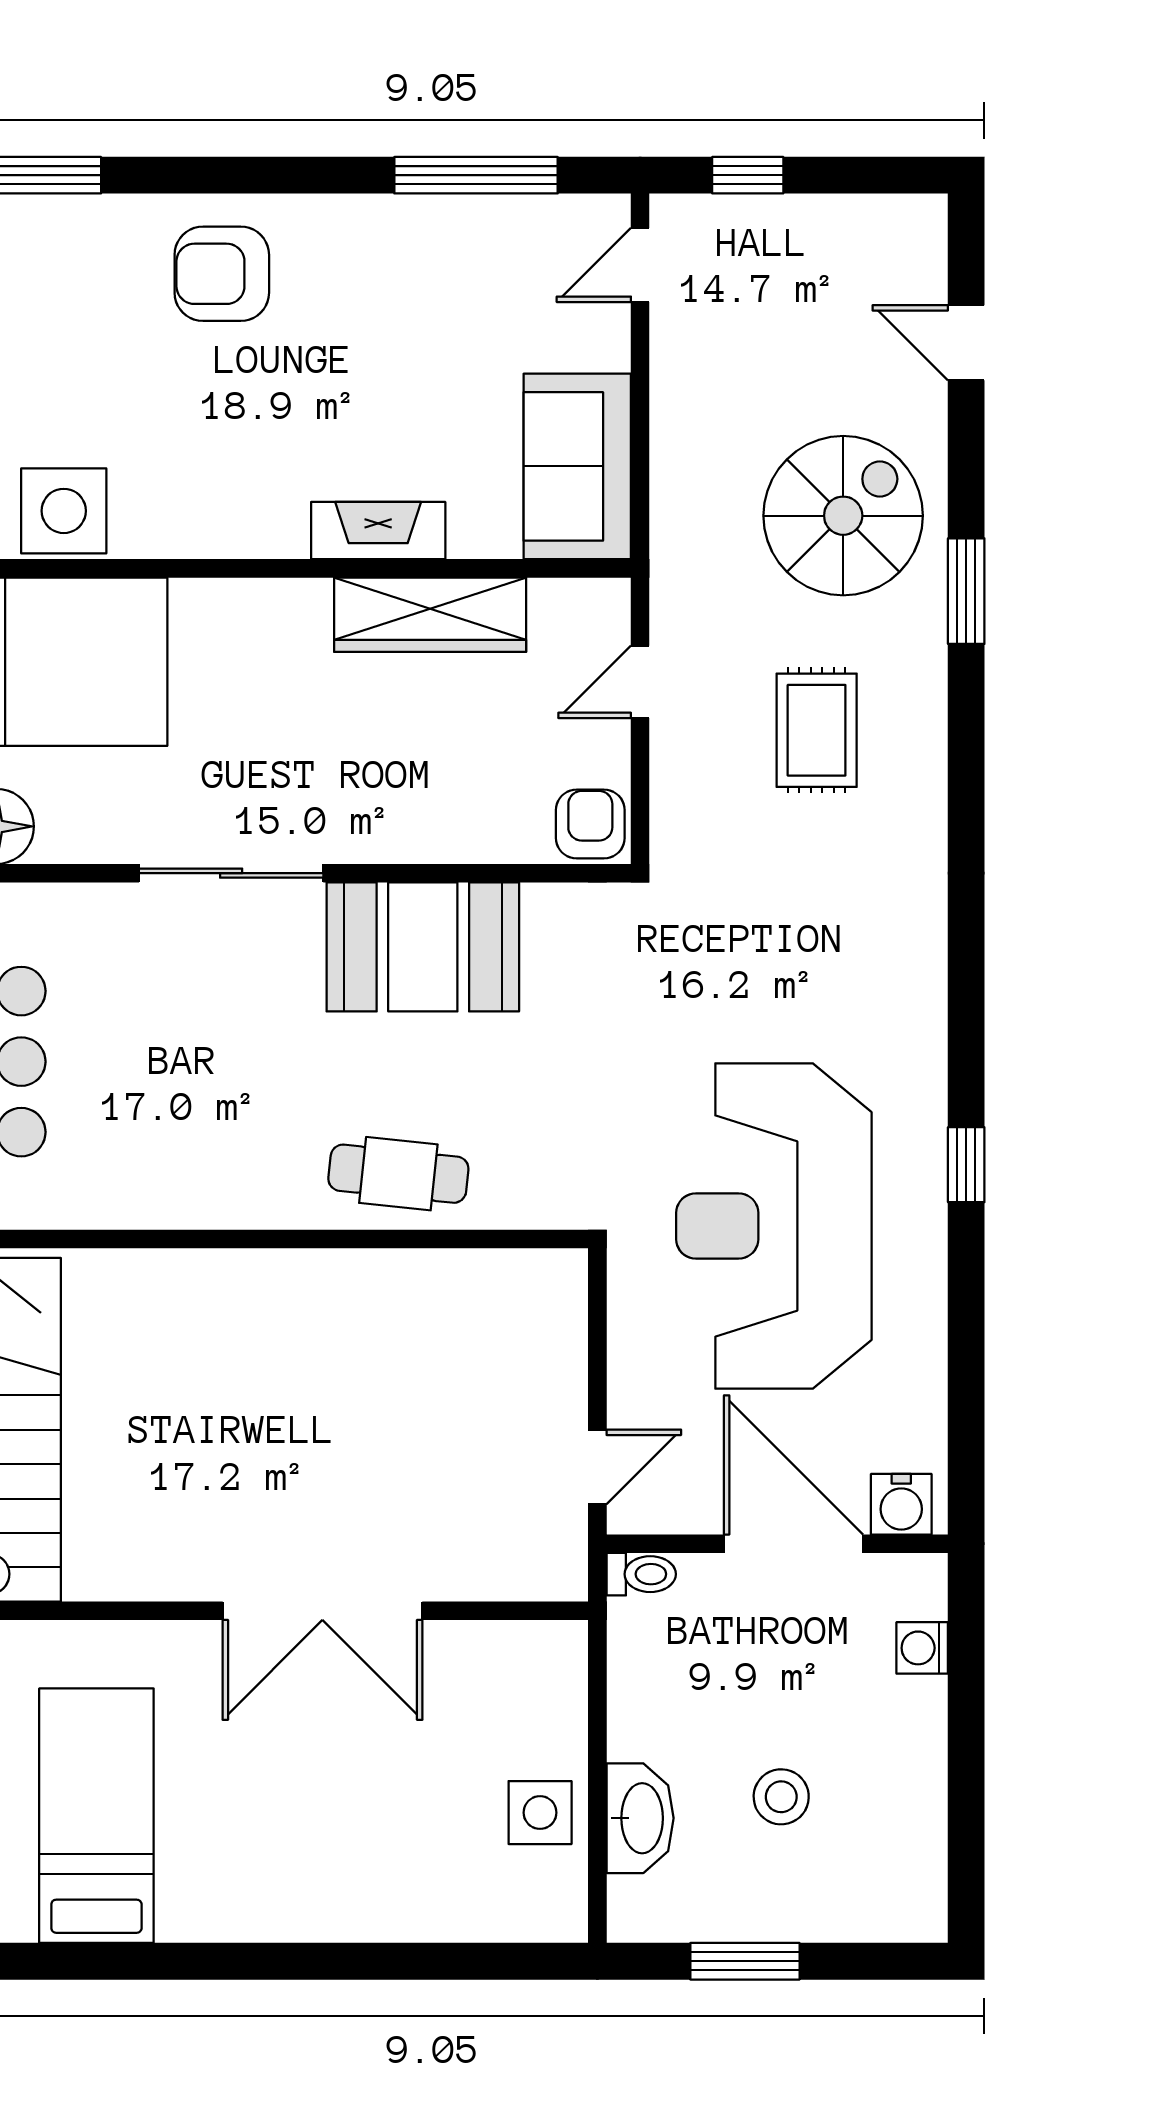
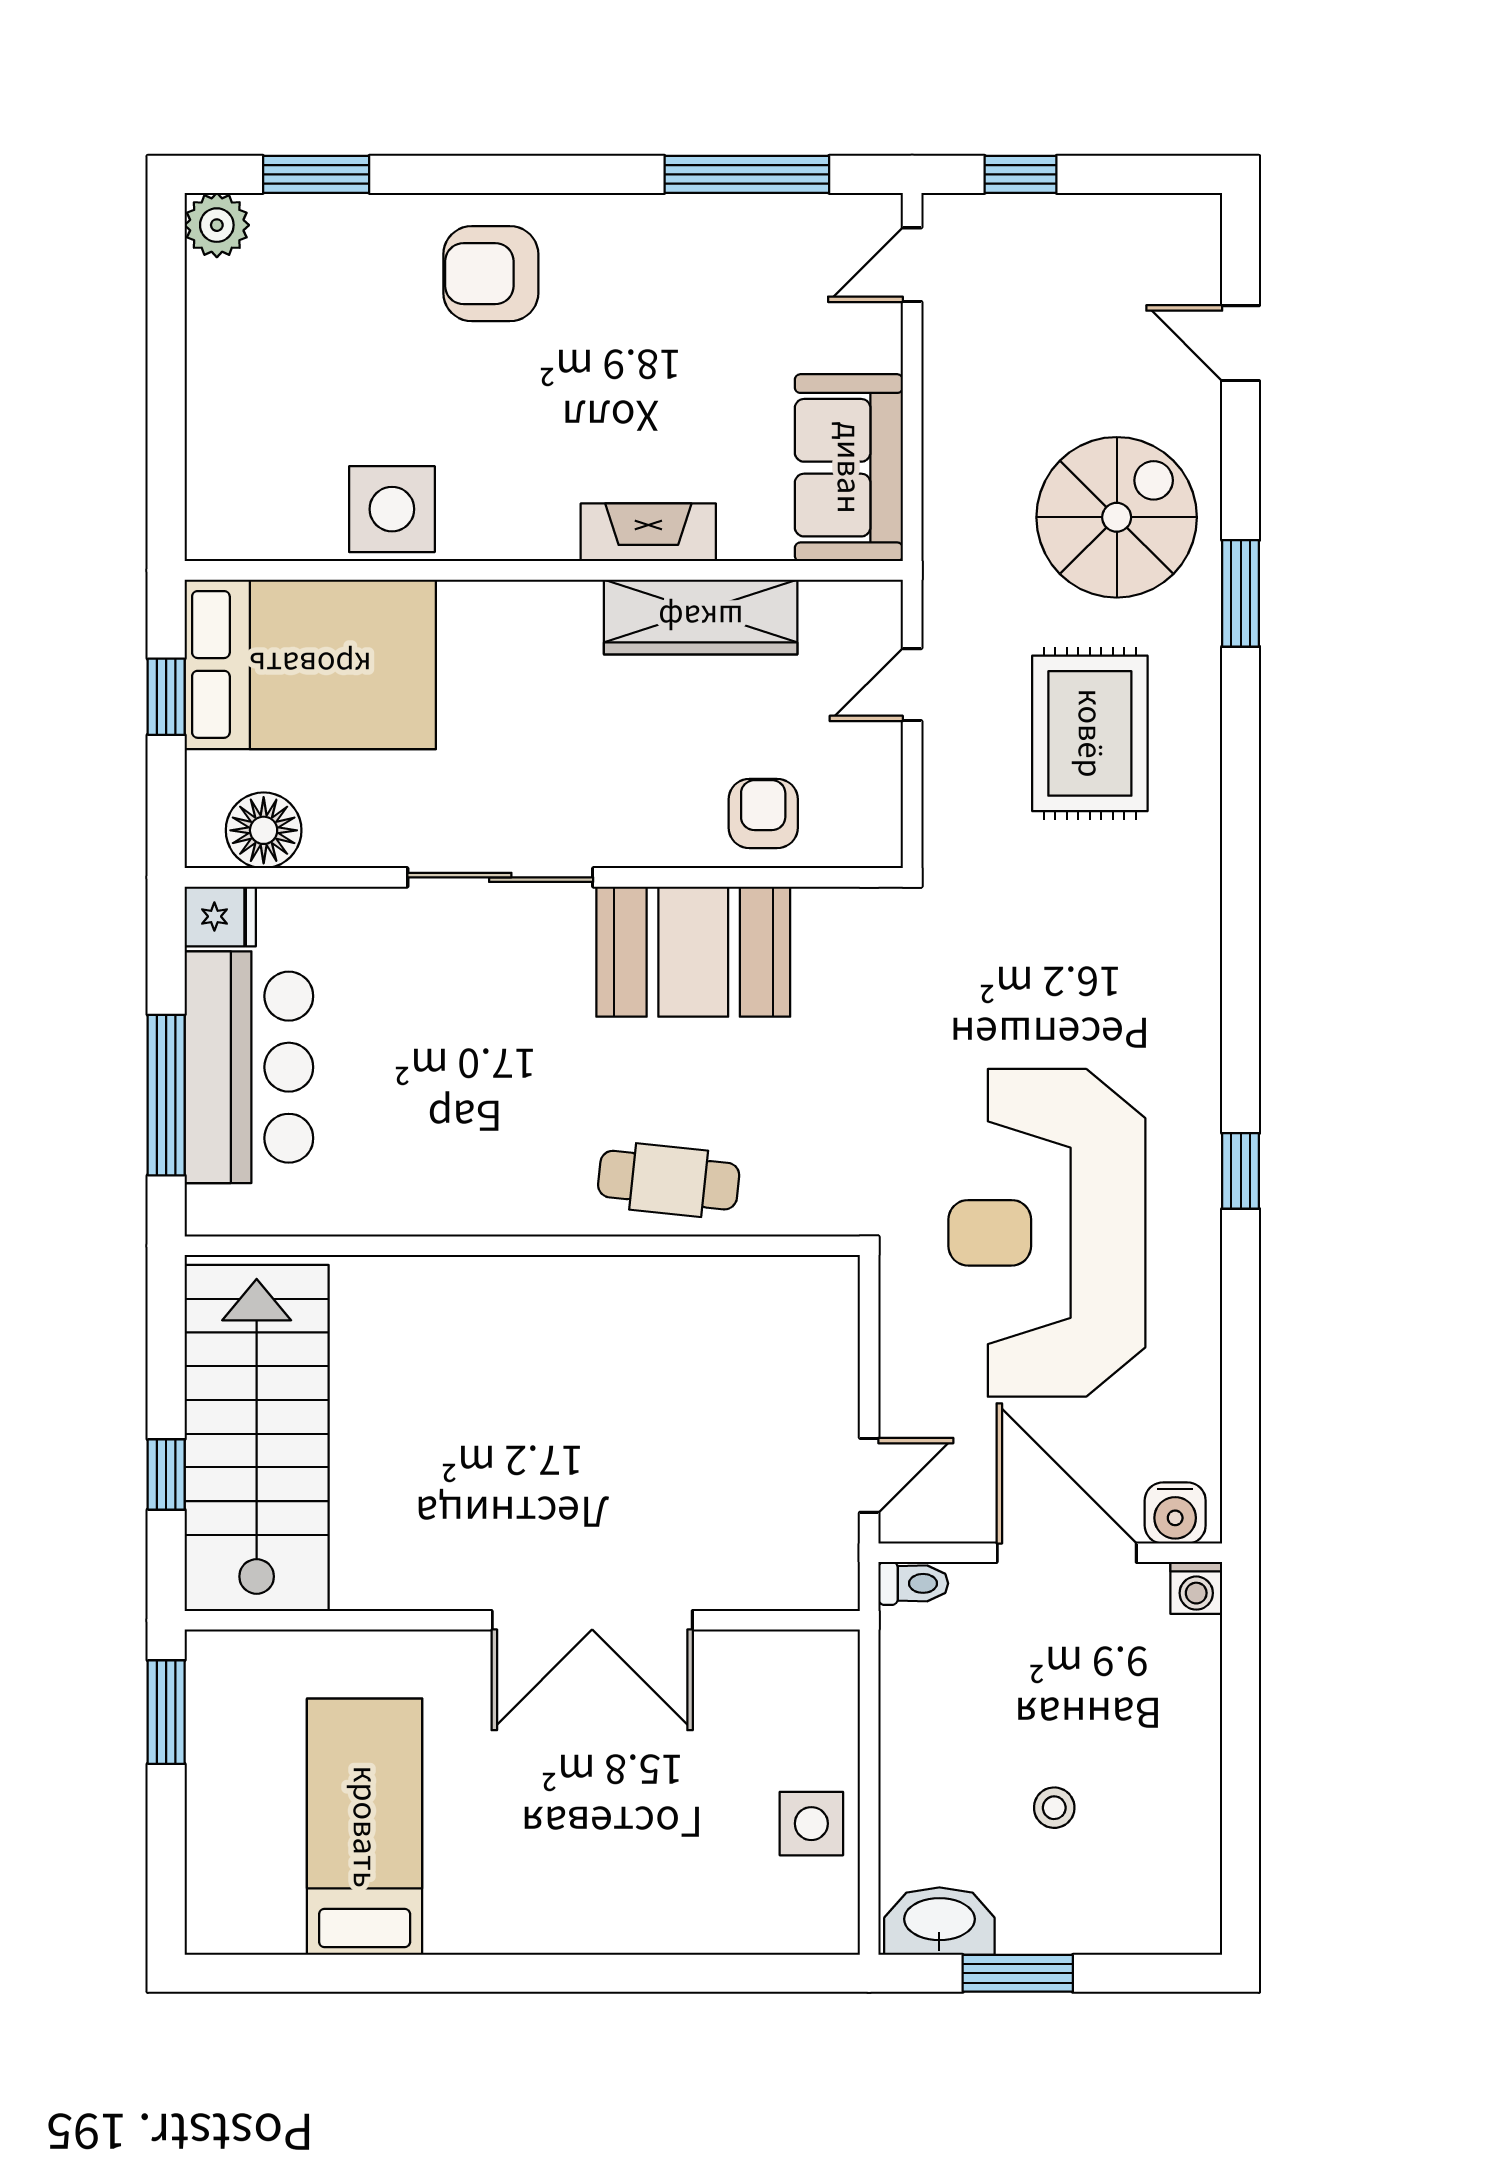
side table: (64, 511) -> (392, 509), moved
rug: (817, 730) -> (1090, 733), width x1.36, depth x1.43
armchair: (590, 824) -> (763, 813), moved
washing machine: (922, 1648) -> (1196, 1588), moved, turned -90
stool: (781, 1797) -> (1054, 1808), width x0.73, depth x0.73
washbasin: (640, 1818) -> (939, 1921), moved, turned -90

